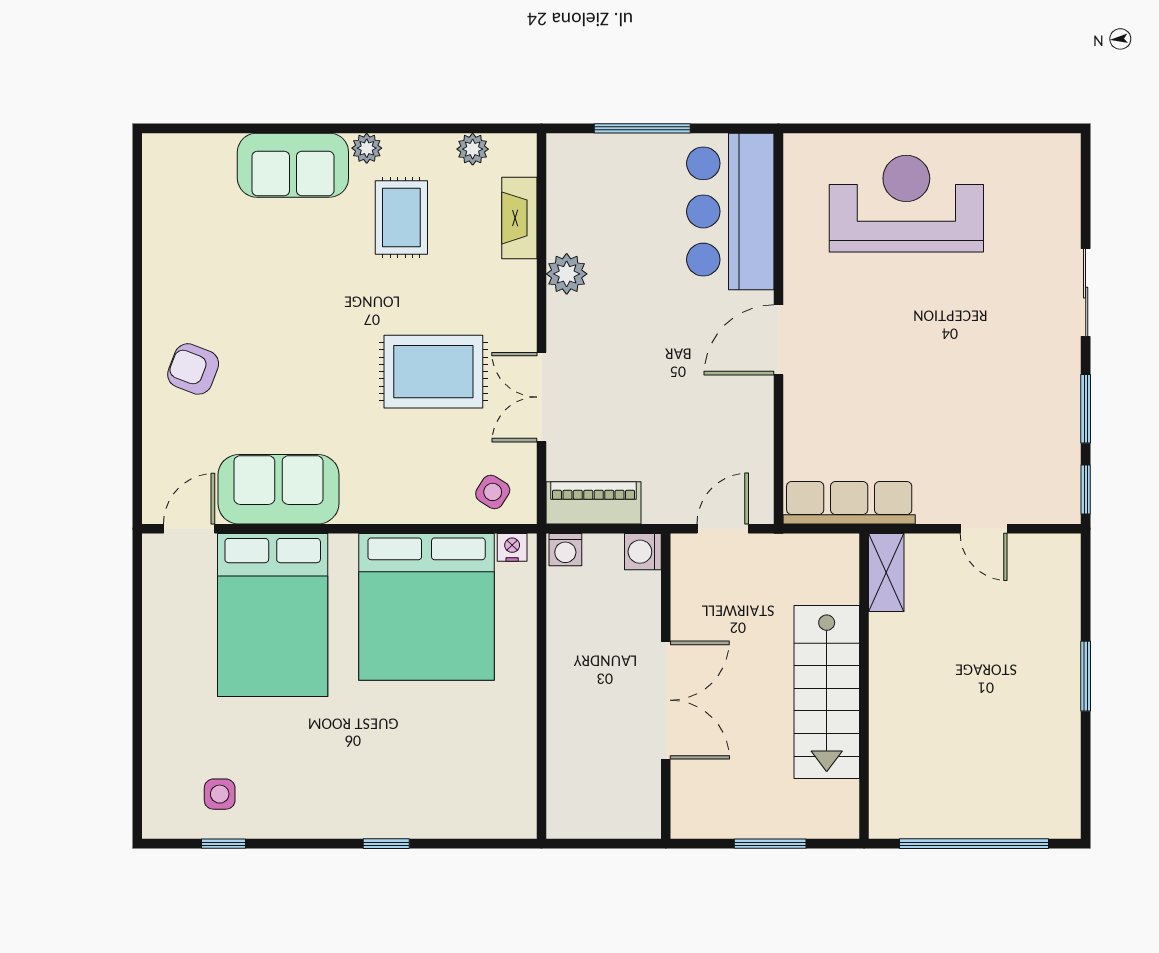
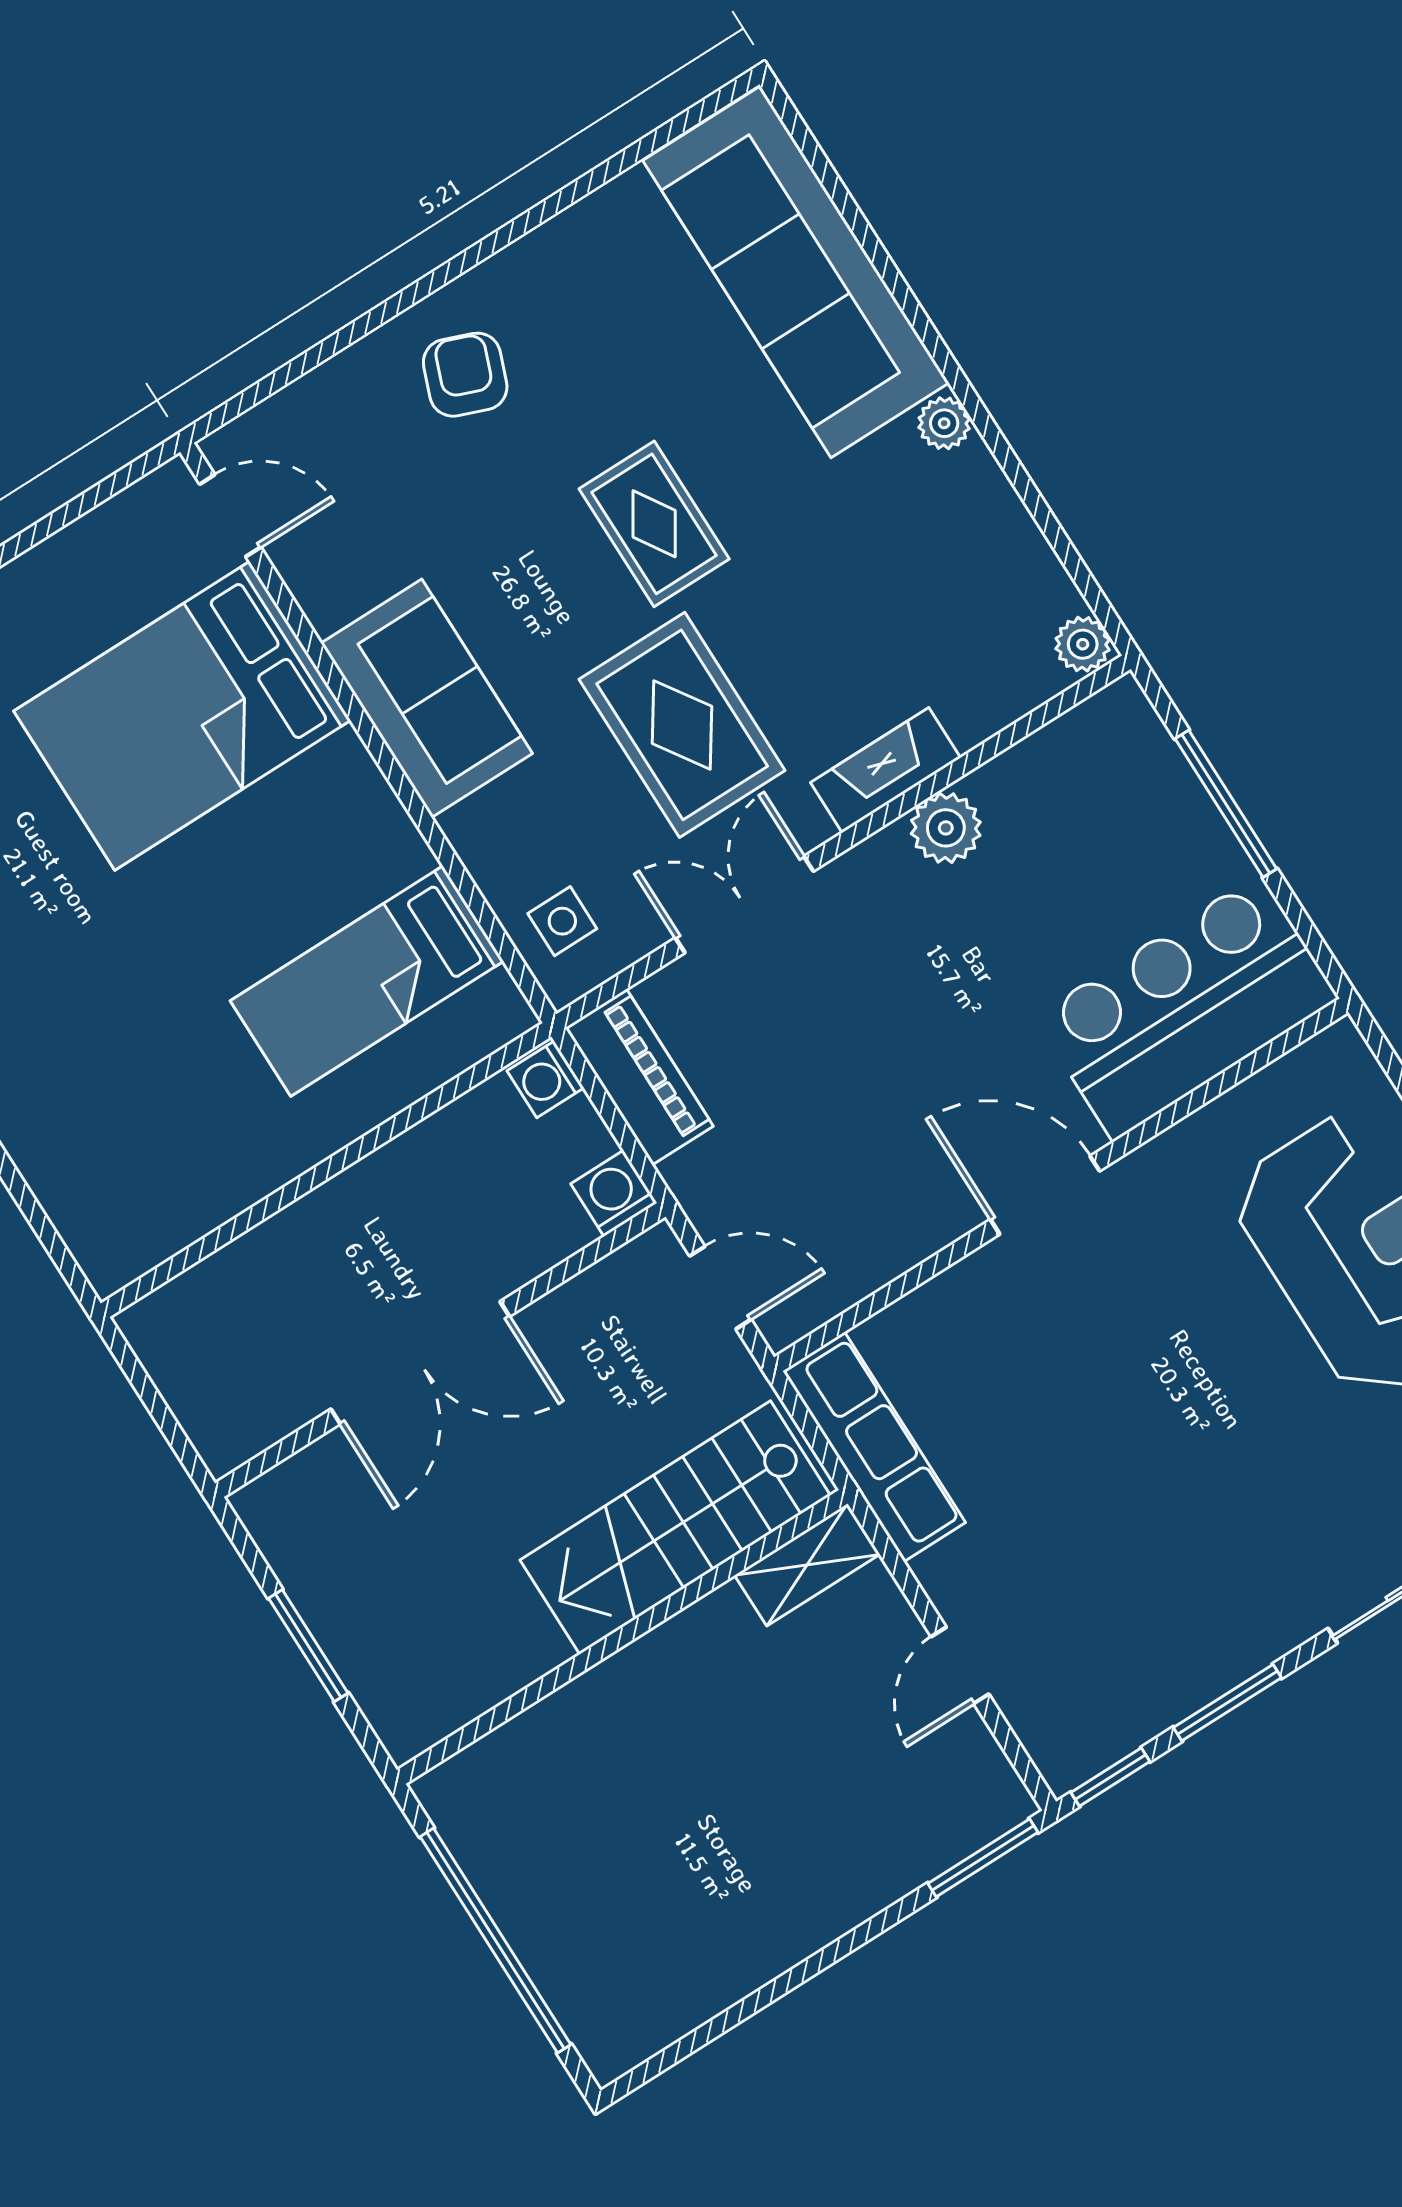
plant: (473, 149) -> (1083, 644), moved
sofa: (293, 165) -> (796, 272), width x1.85, depth x1.27
rug: (401, 217) -> (654, 524), moved, turned 90
fireplace: (519, 218) -> (885, 770), moved
sofa: (278, 489) -> (427, 698), moved
side table: (493, 492) -> (562, 921), turned -32
nightstand: (512, 547) -> (500, 1000), removed
bed: (427, 607) -> (367, 981), width x0.49
window: (1086, 676) -> (983, 1858), moved
stairs: (827, 692) -> (675, 1528), moved

